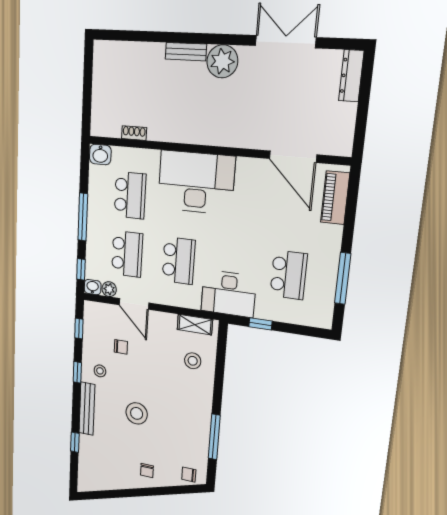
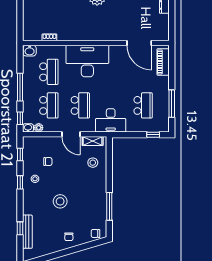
door: (134, 304) -> (71, 134), moved
window: (260, 324) -> (153, 135), moved
bench: (87, 409) -> (27, 232), moved

